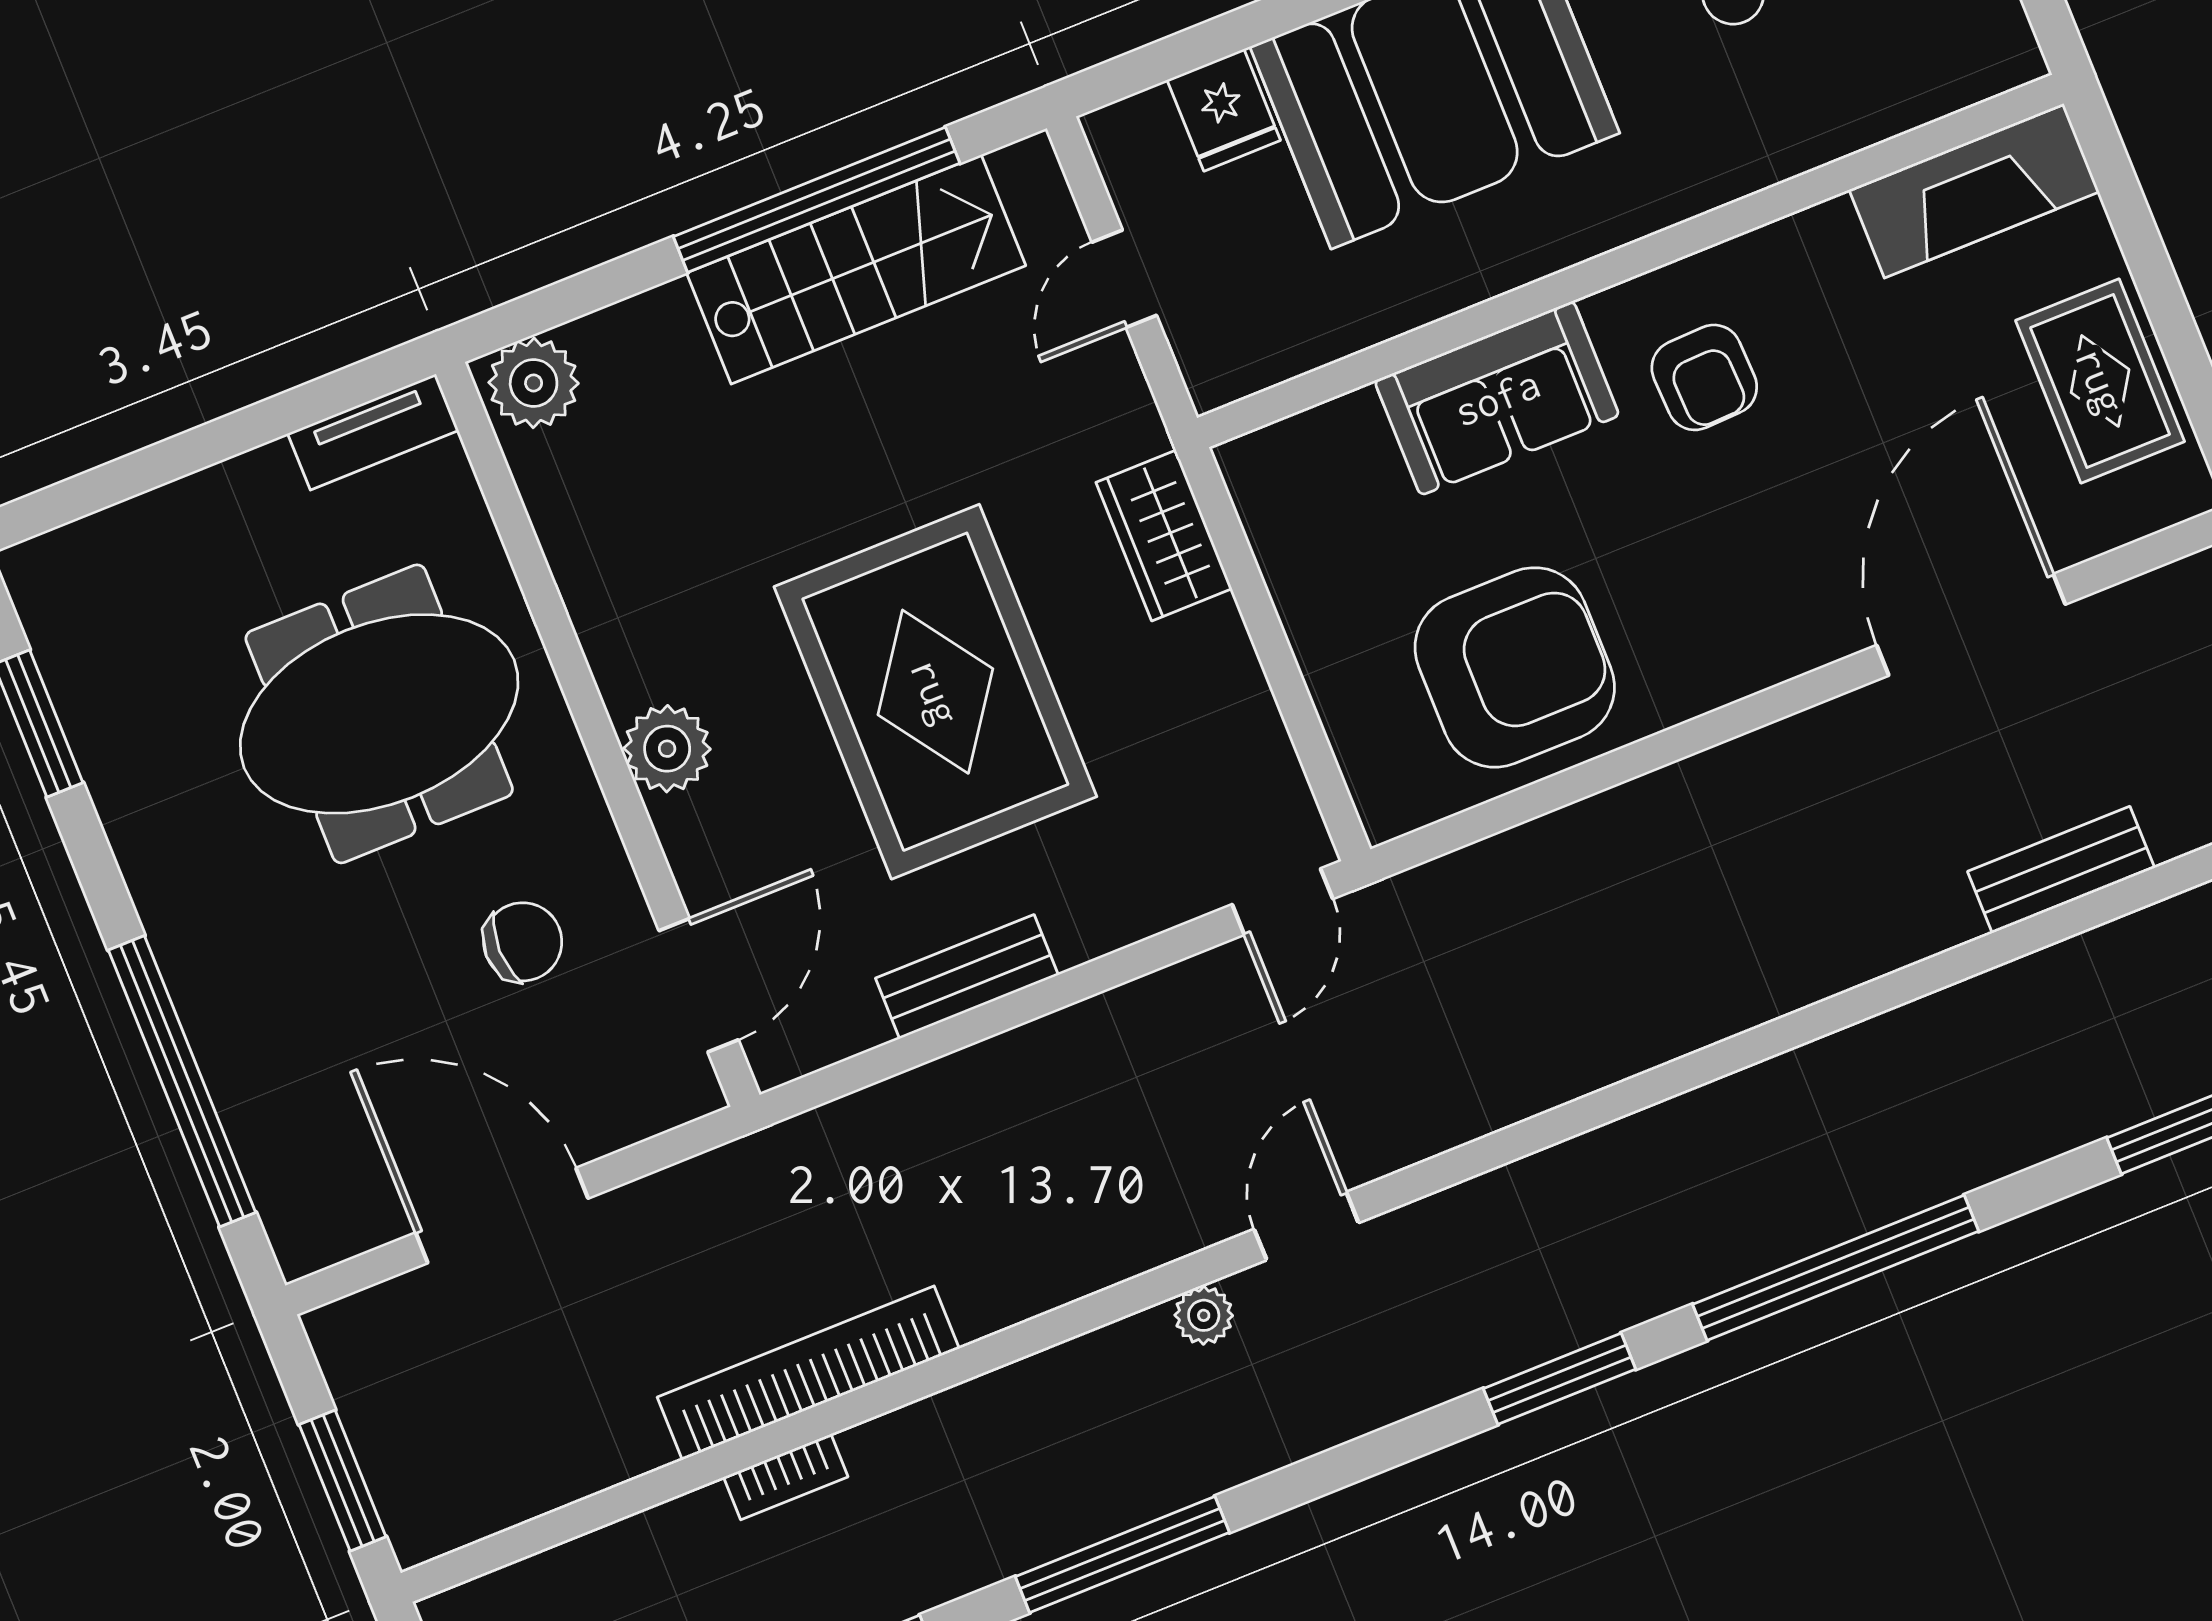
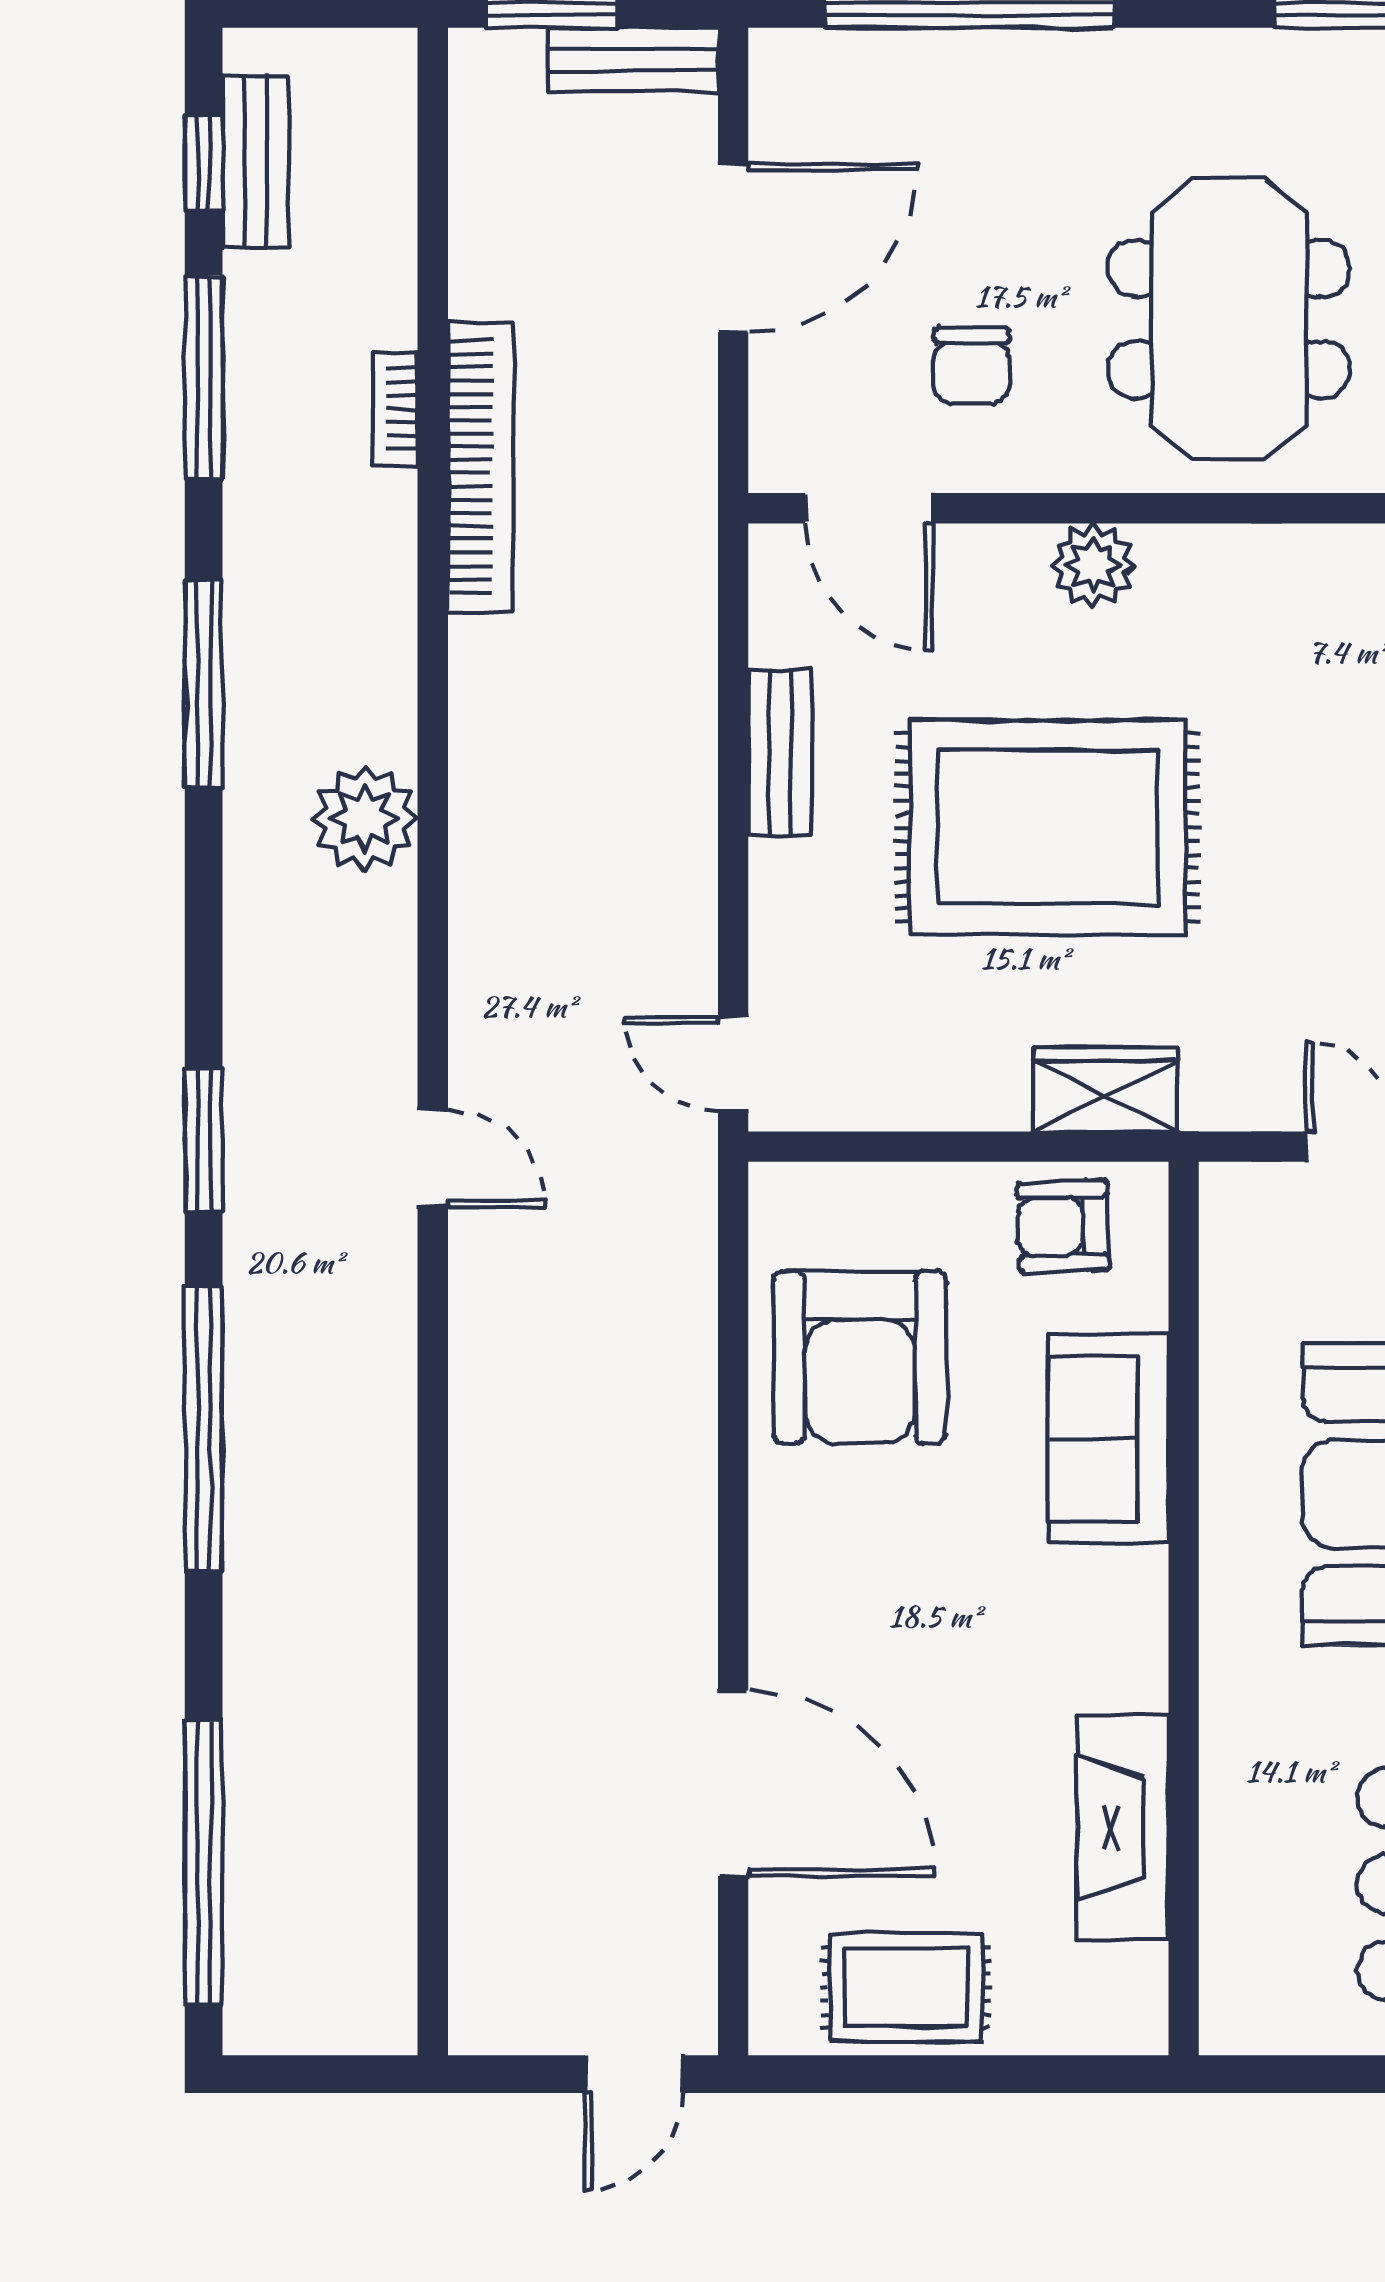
fireplace: (1974, 191) -> (1122, 1828), moved
armchair: (1704, 377) -> (1063, 1226), moved
bench: (2061, 870) -> (633, 60), moved, turned 90
door: (1306, 1226) -> (433, 1158), moved
plant: (1204, 1315) -> (365, 818), width x1.88, depth x1.88

